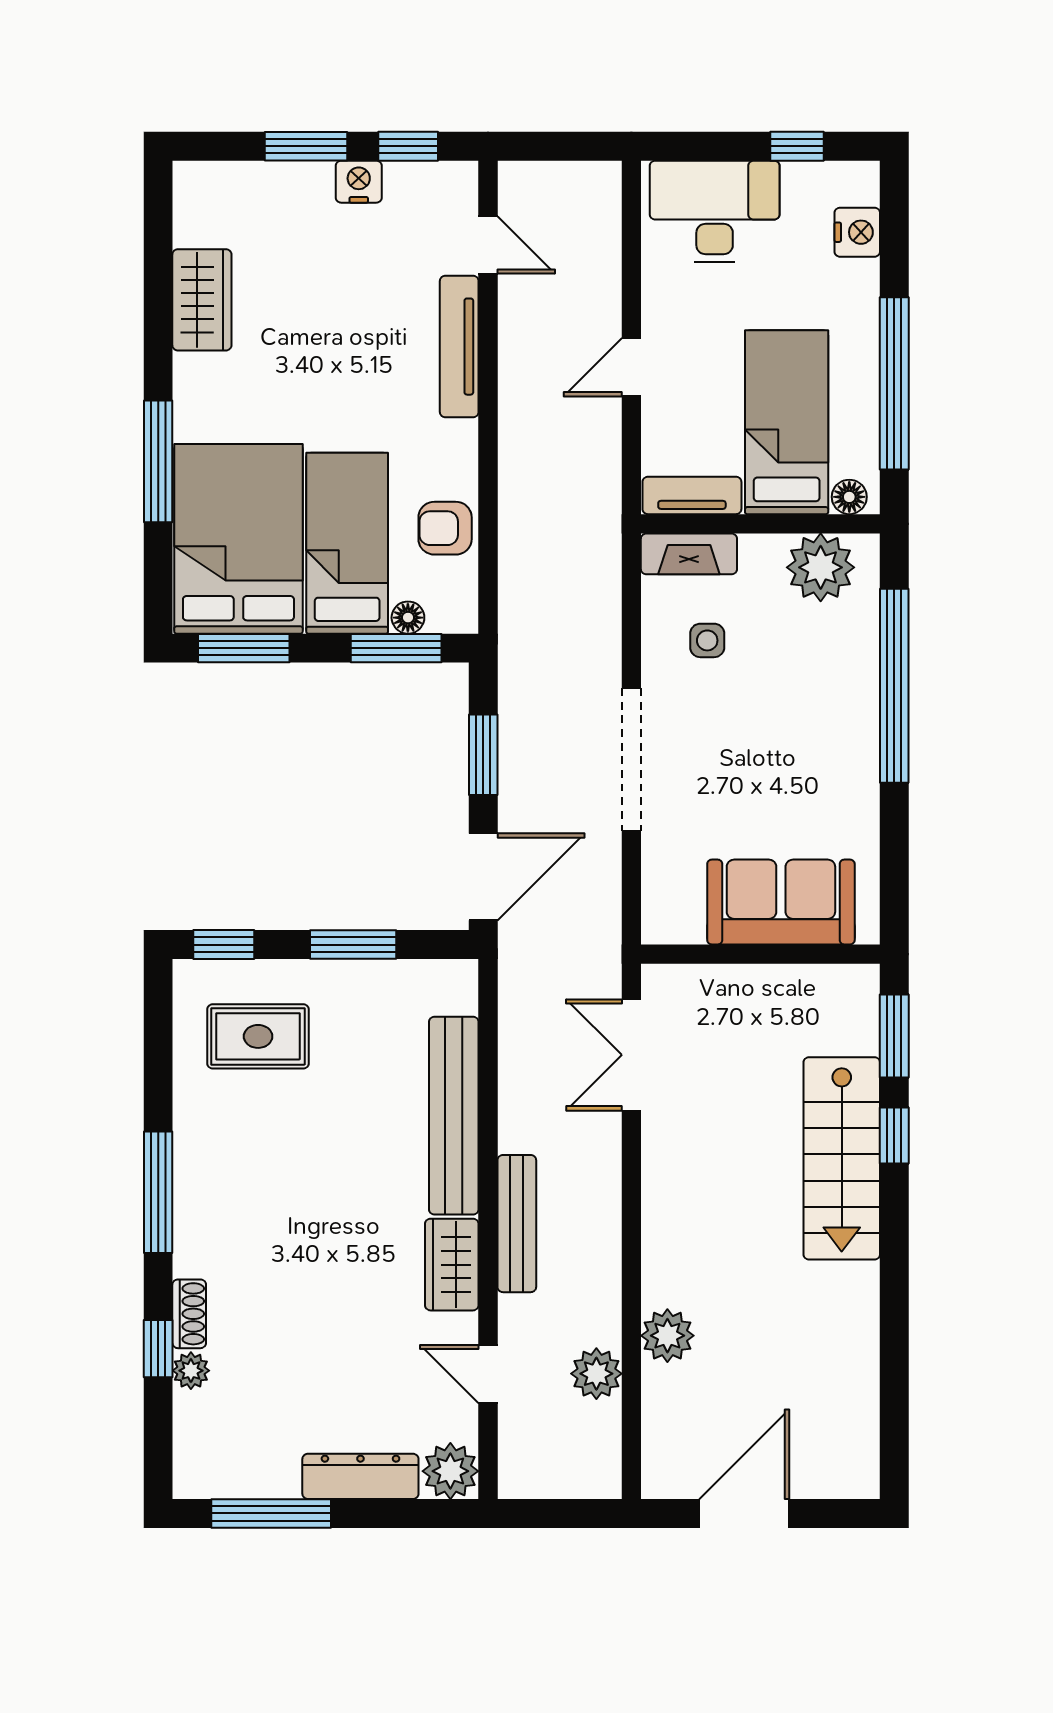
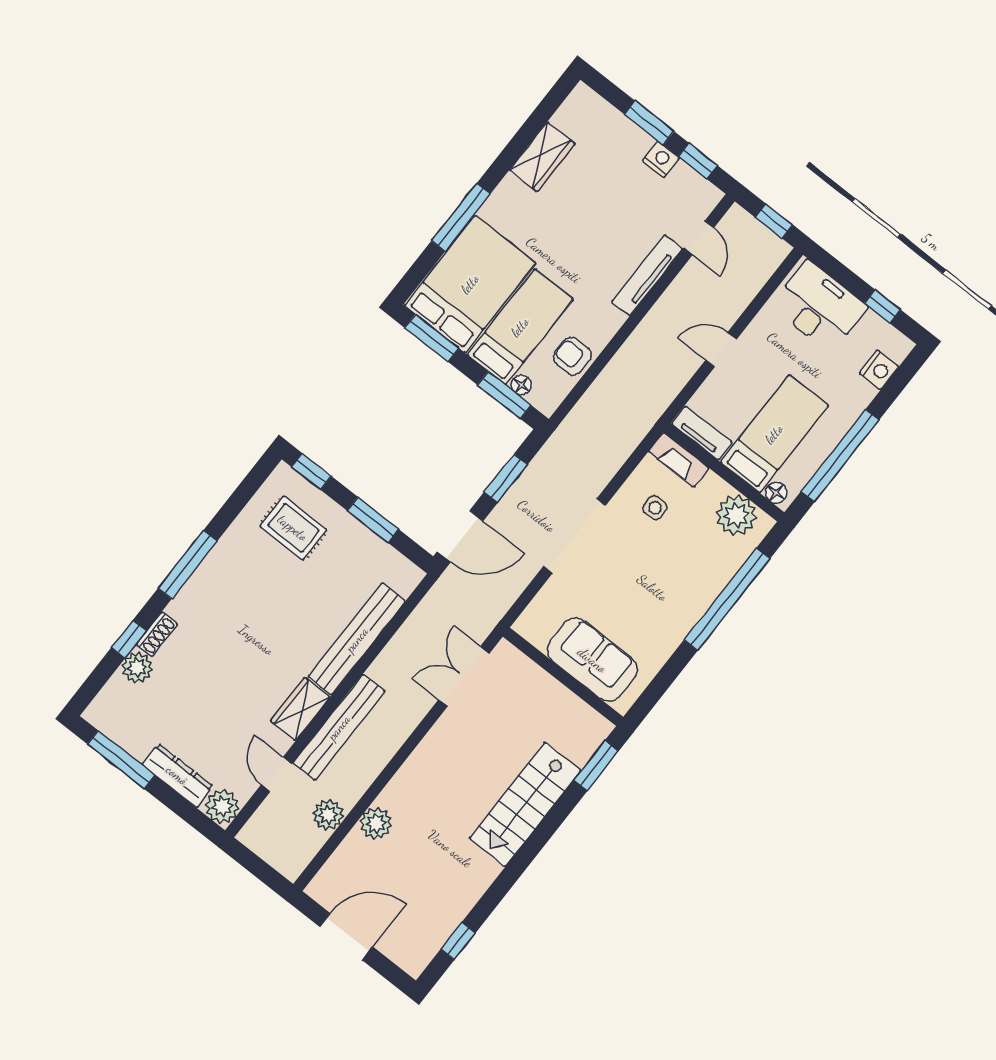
window: (569, 146) -> (774, 221), added
window: (894, 1136) -> (458, 941), moved
bench: (517, 1224) -> (339, 727), width x1.37, depth x1.21
plant: (191, 1371) -> (137, 668), width x1.38, depth x1.38

